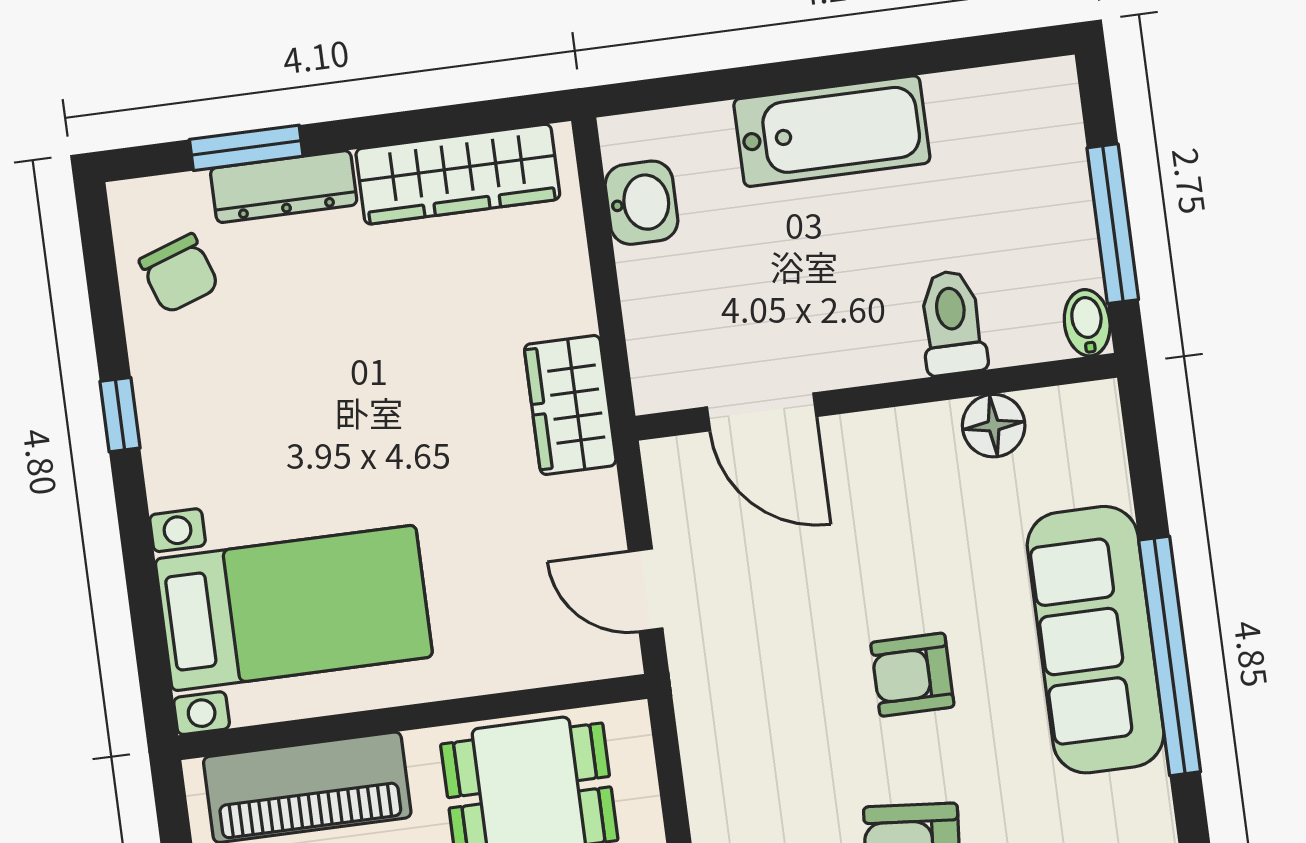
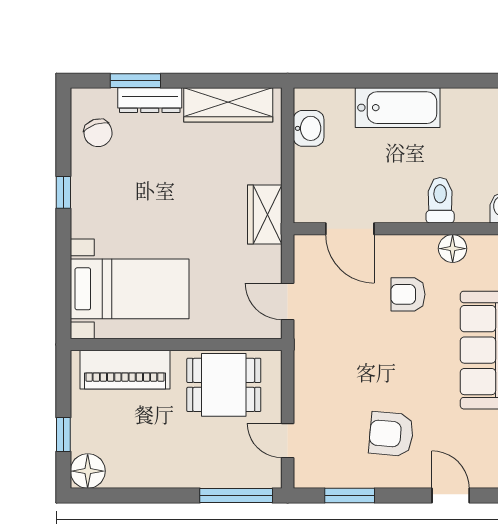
armchair: (912, 675) -> (408, 294), moved

